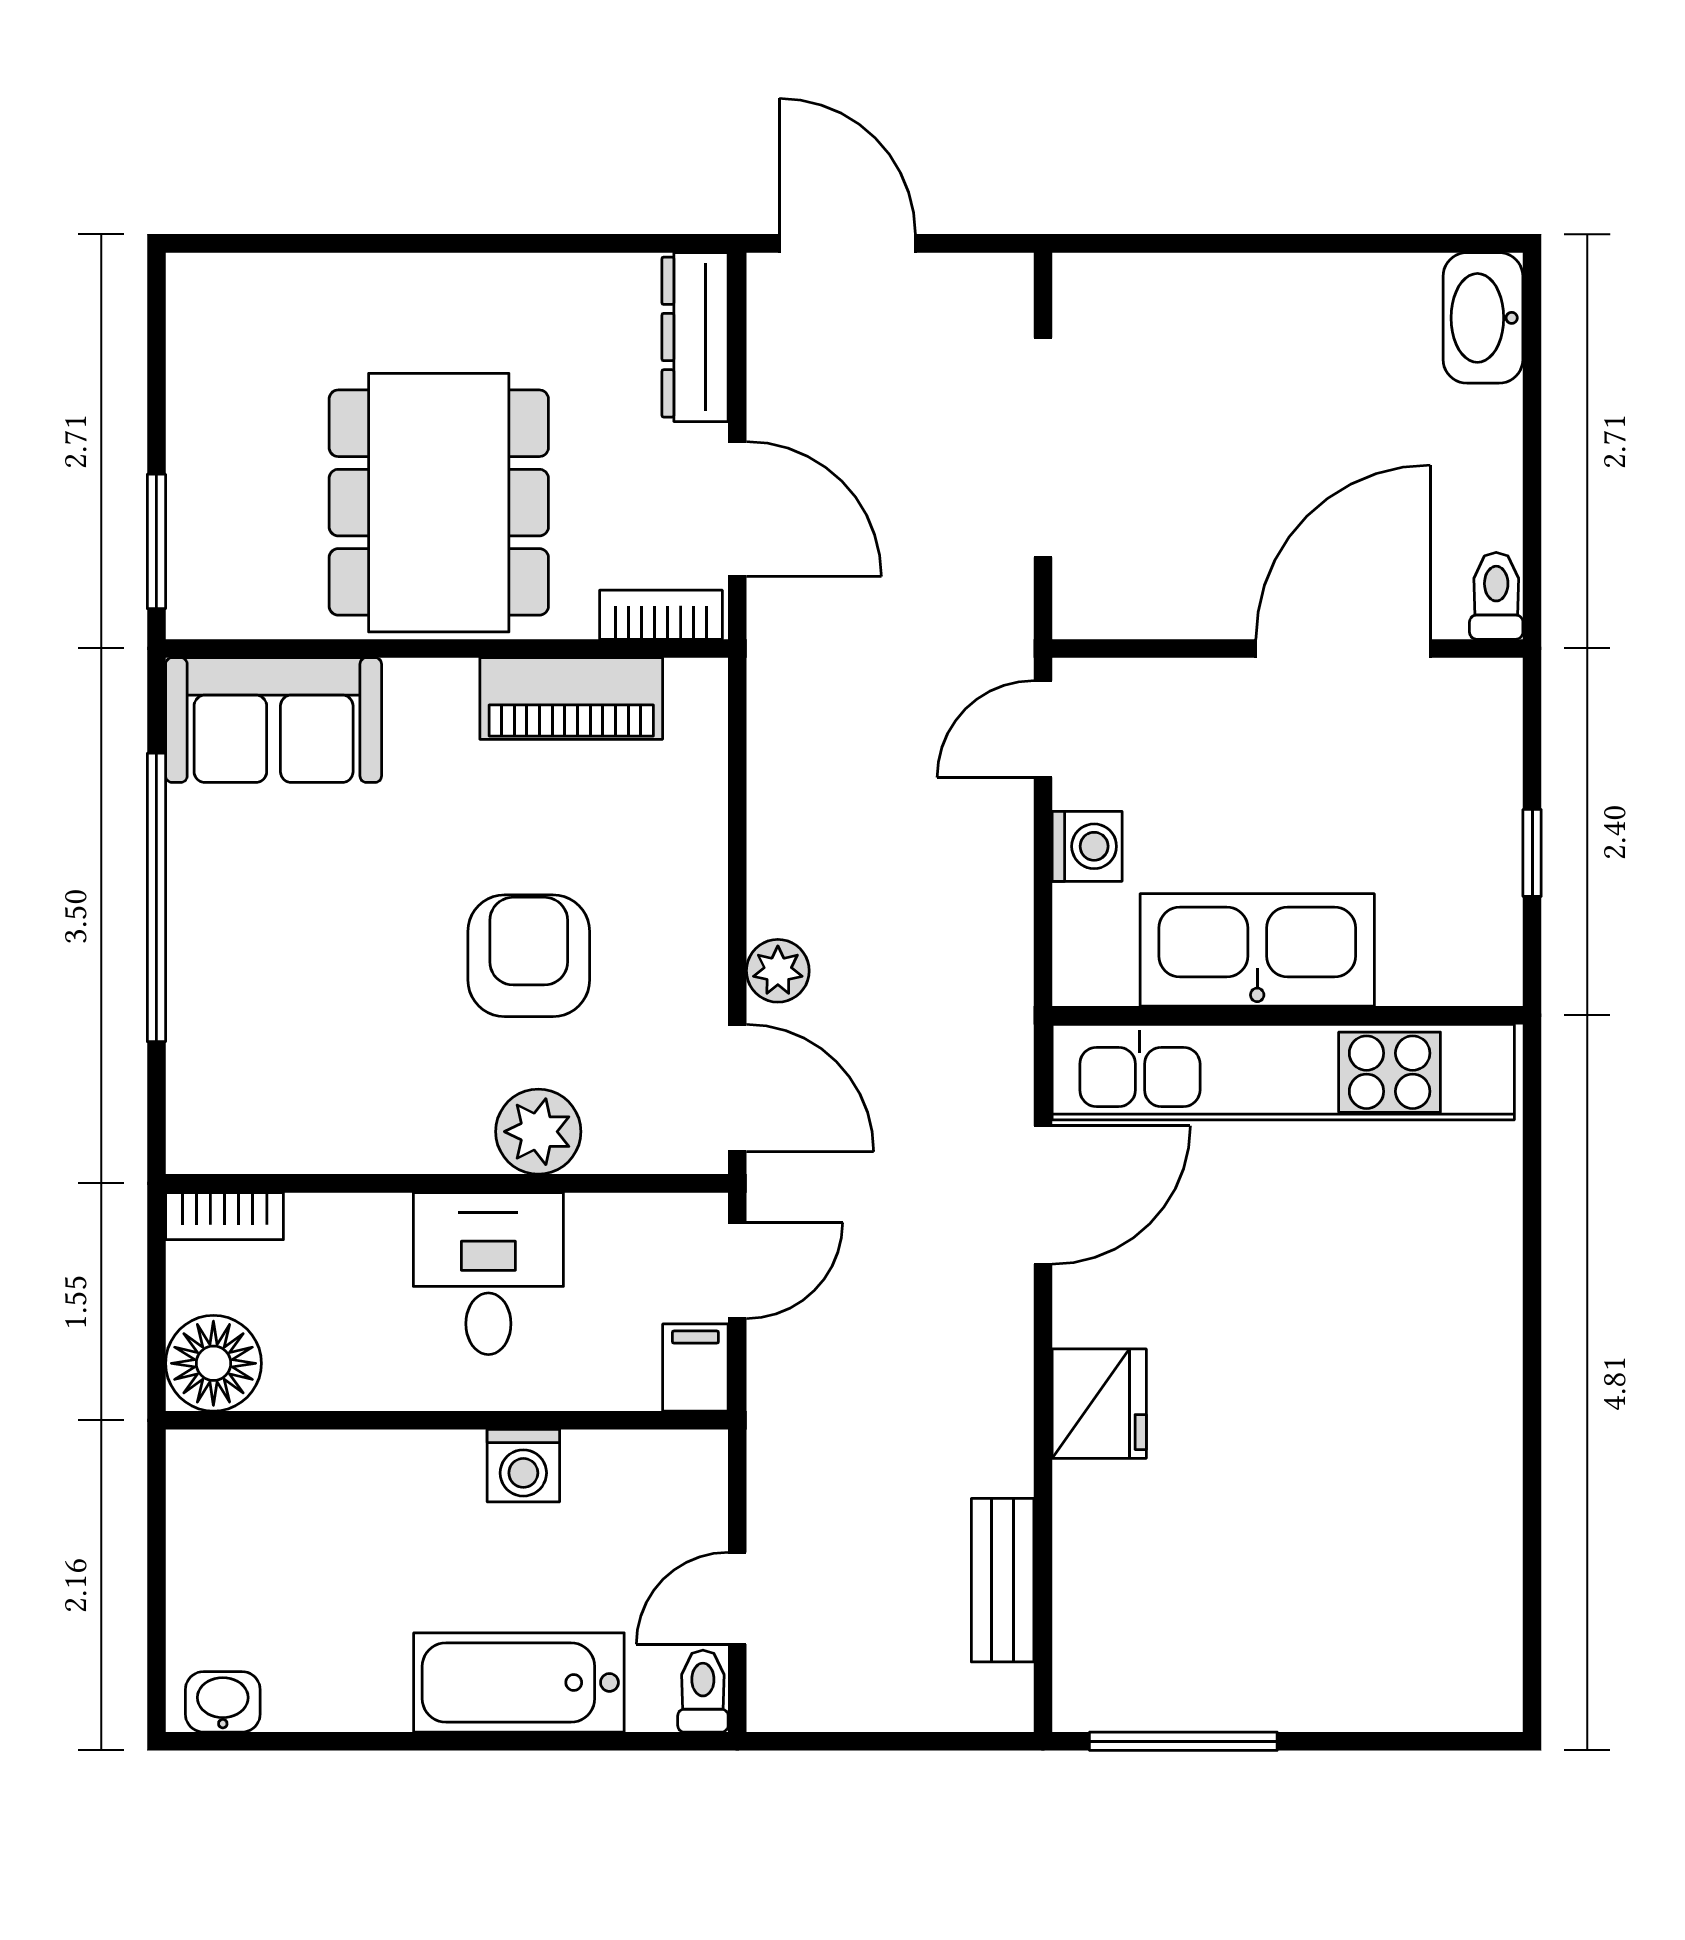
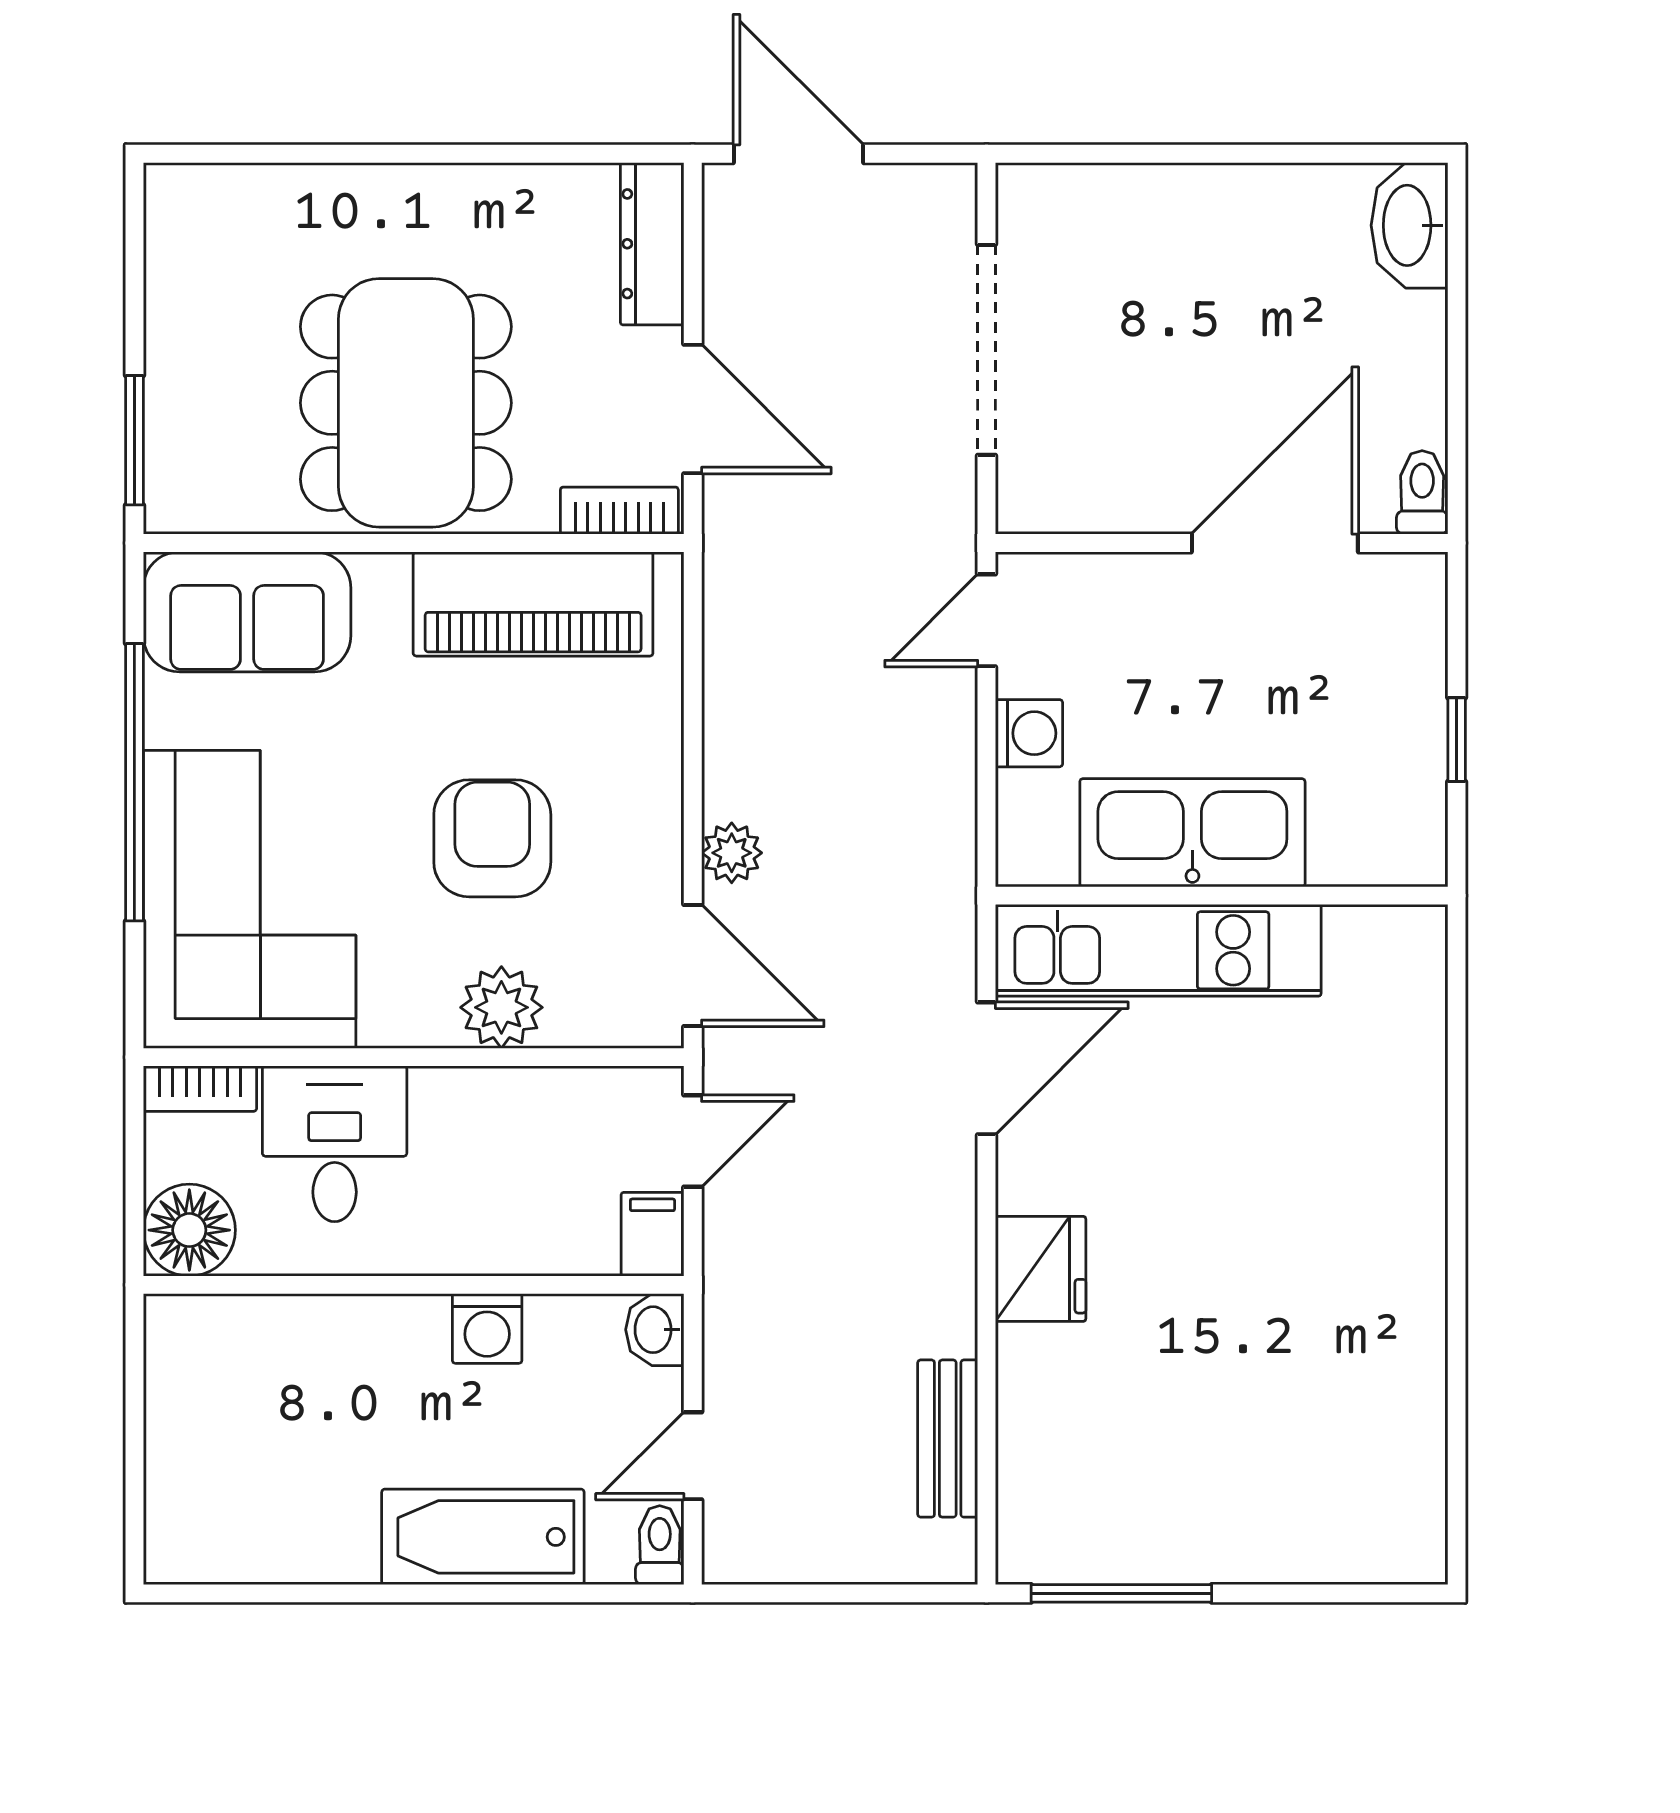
piano: (571, 698) -> (533, 604), width x1.37, depth x1.33
corner sofa: (276, 1019) -> (250, 899), added
kitchen unit: (1283, 1072) -> (1158, 950), width x0.73
desk: (488, 1274) -> (335, 1144), moved
washbasin: (223, 1702) -> (655, 1330), moved, turned -90

